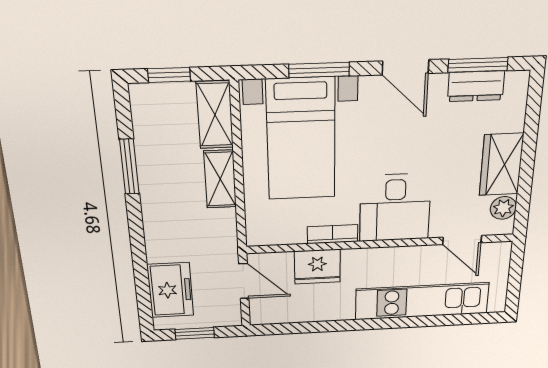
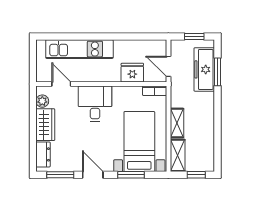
dresser: (476, 86) -> (43, 154), moved, turned 90
window: (129, 167) -> (218, 72), moved
bookcase: (333, 234) -> (155, 91), moved
freezer: (170, 290) -> (204, 69), width x1.40

